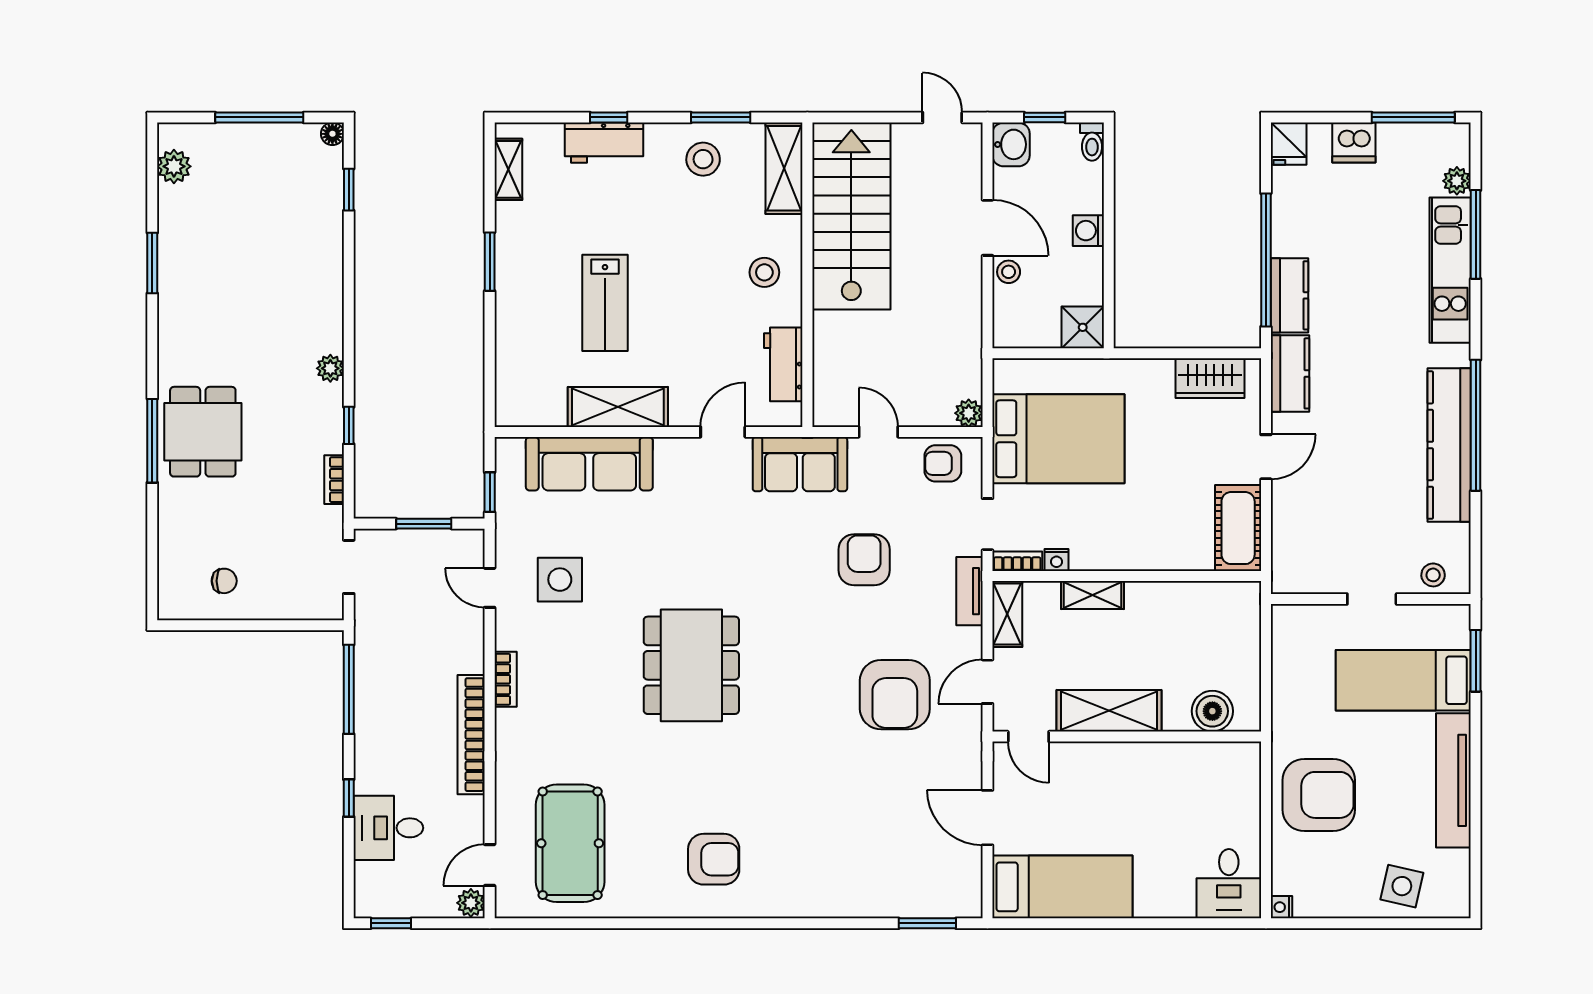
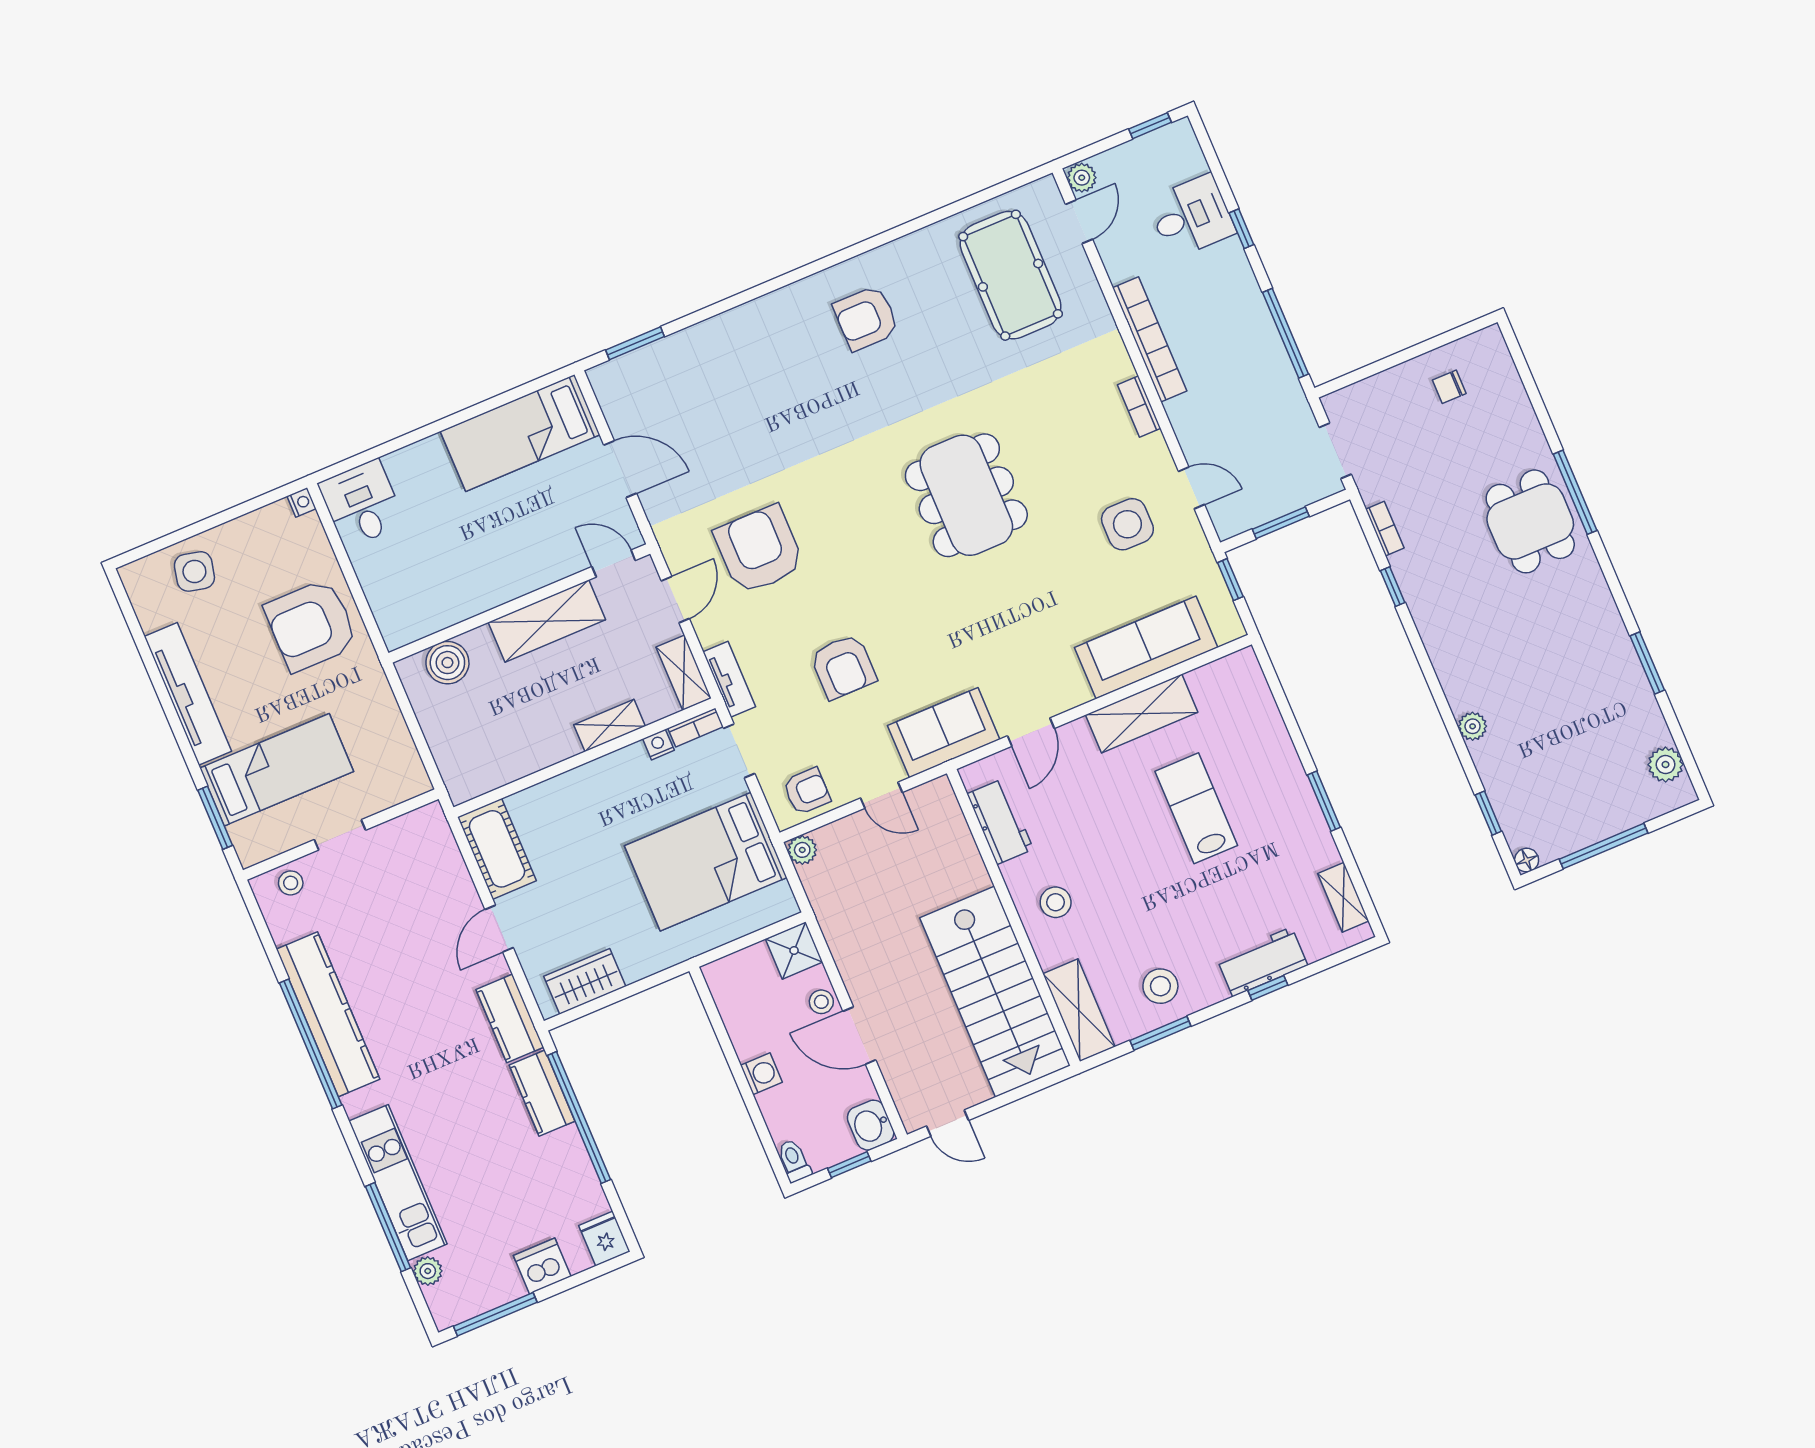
shower: (1083, 327) -> (794, 951), moved
plant: (330, 368) -> (1473, 726), moved

